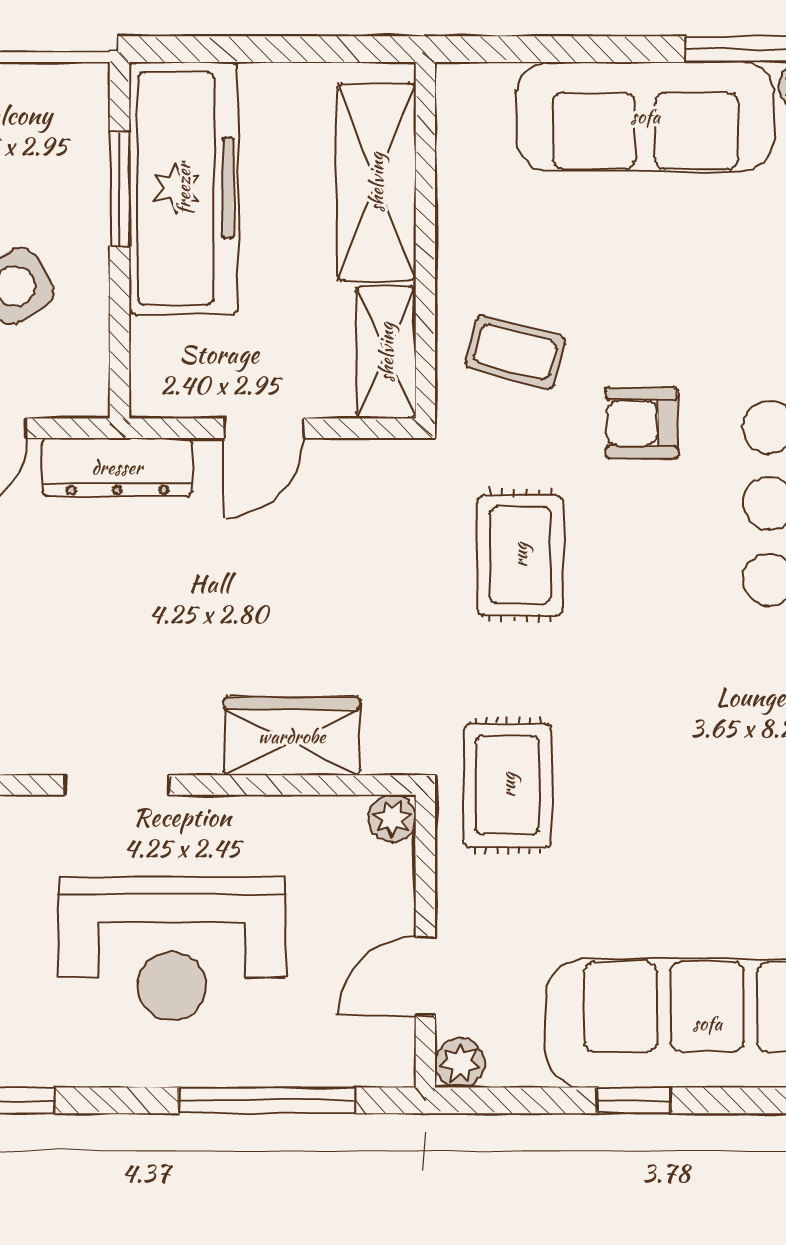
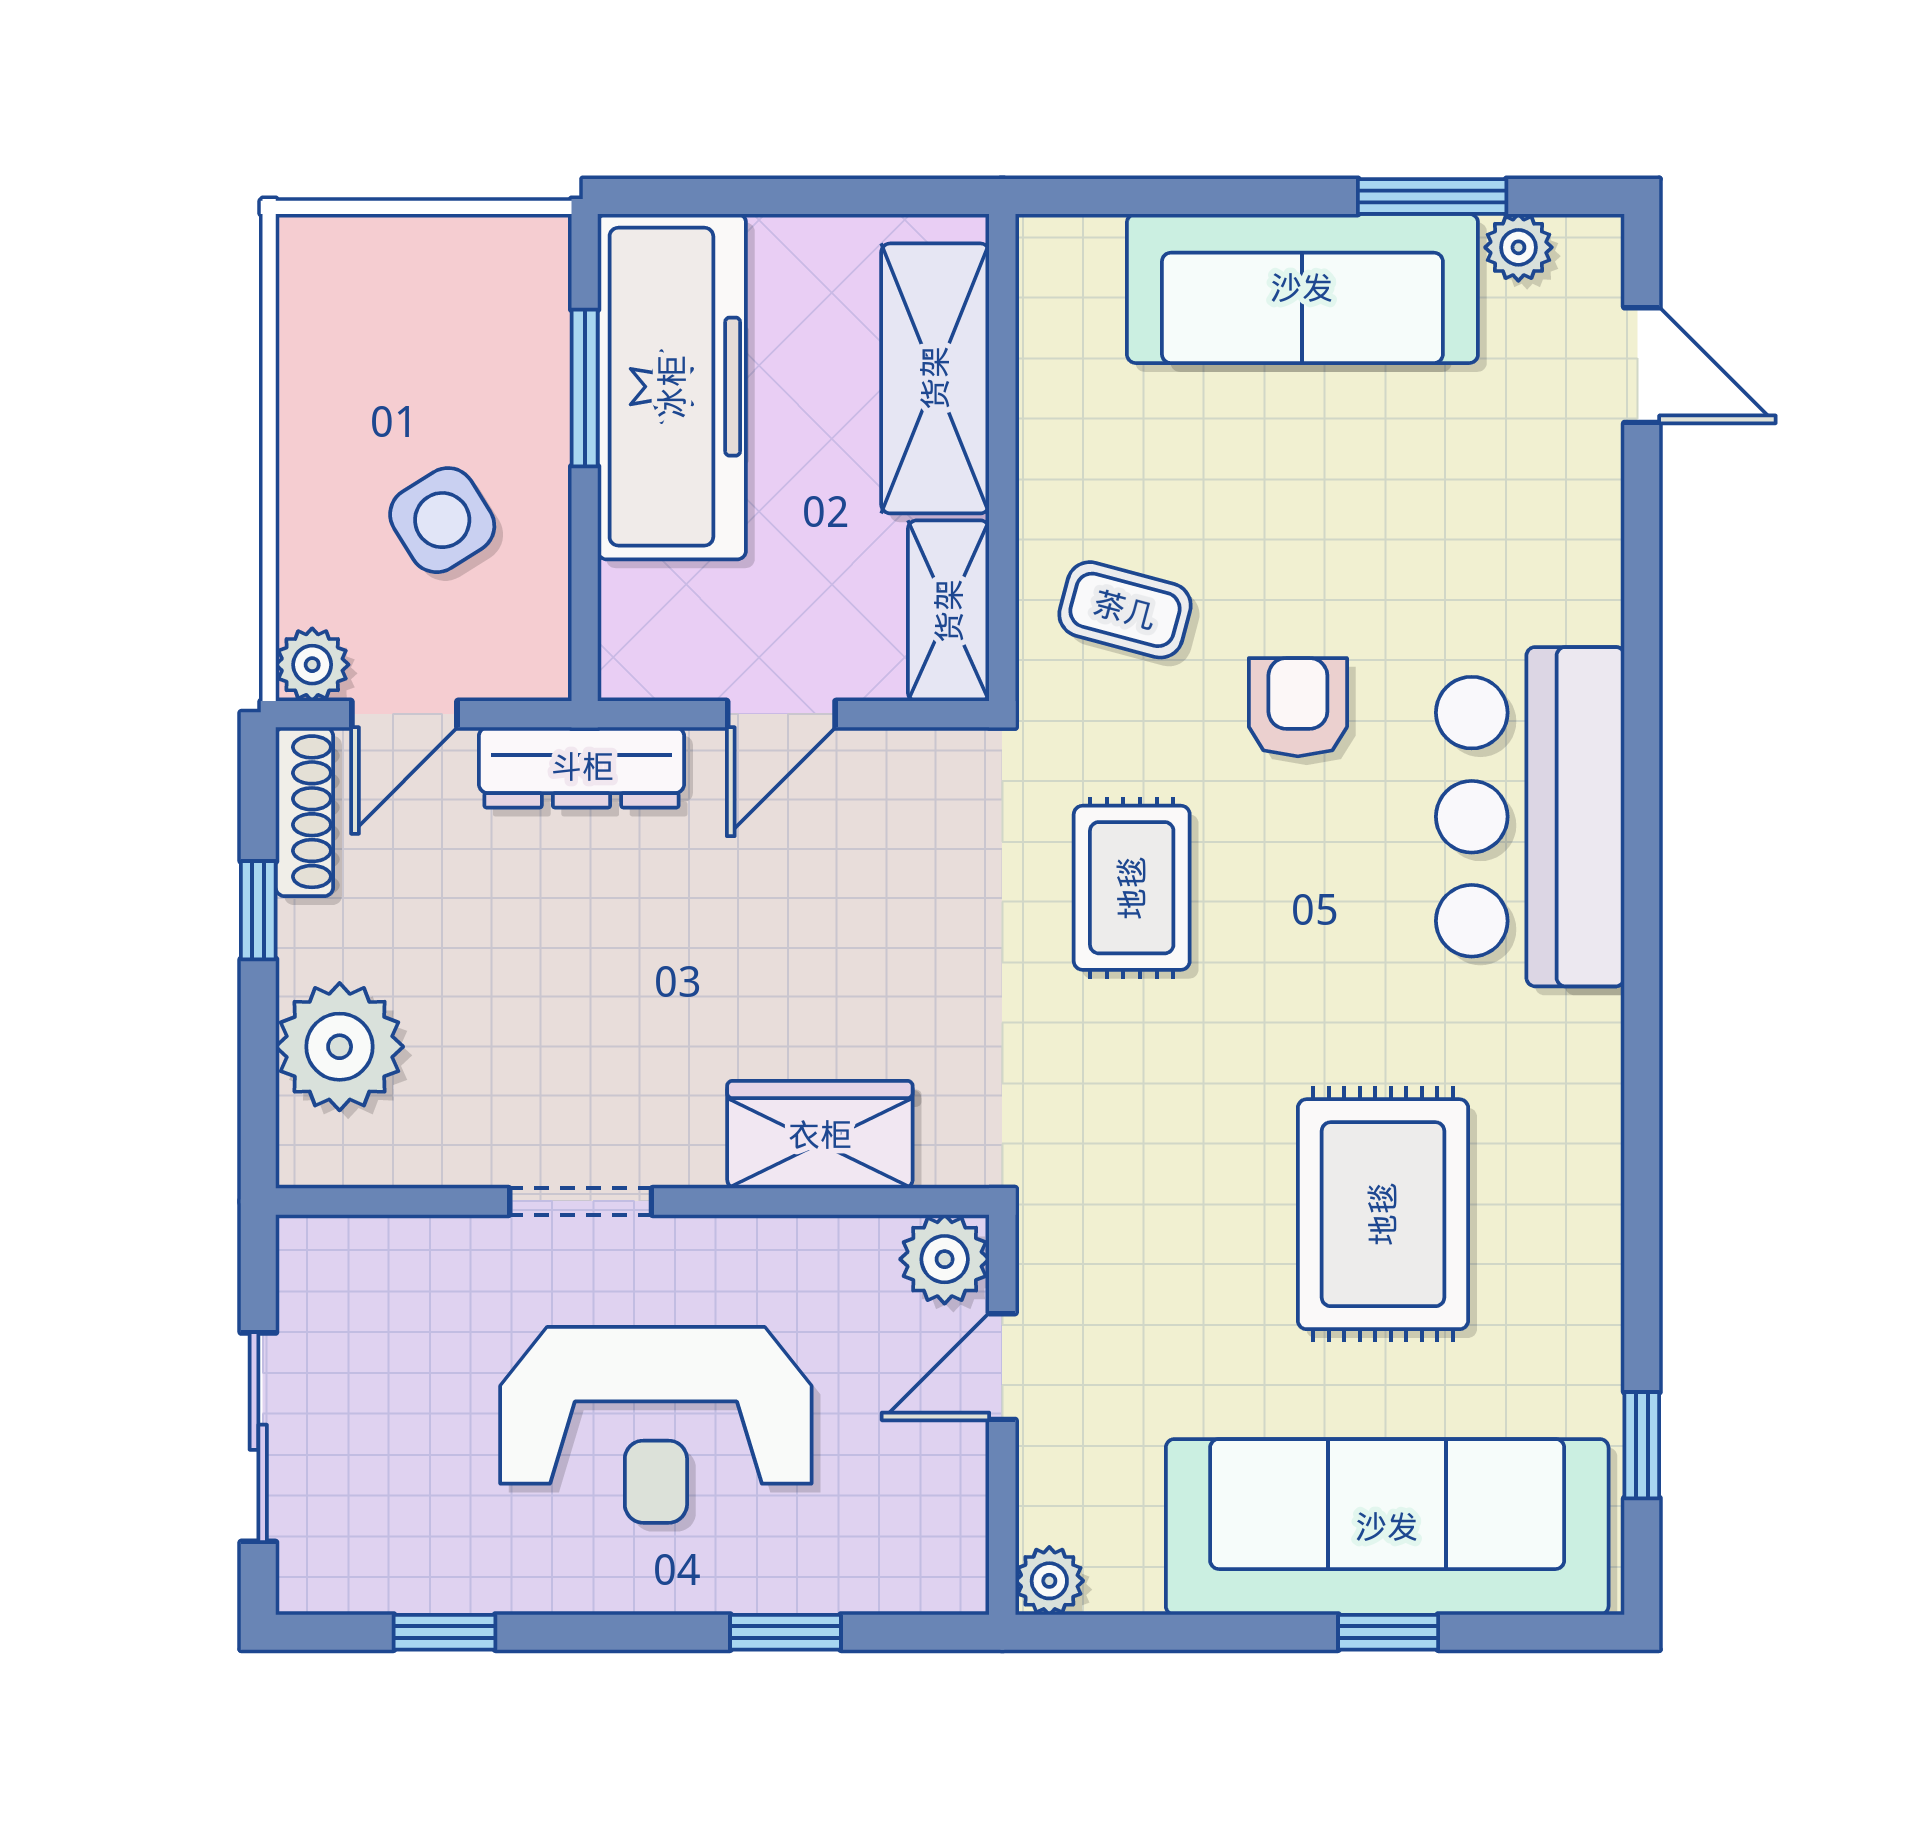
armchair: (642, 423) -> (1298, 707), turned 90
rug: (508, 785) -> (1383, 1214), moved, width x1.36, depth x1.43
plant: (392, 818) -> (945, 1259), width x1.38, depth x1.38
door: (425, 976) -> (1002, 1367), moved
window: (267, 1100) -> (785, 1632), width x0.46
window: (634, 1100) -> (1388, 1632), moved

